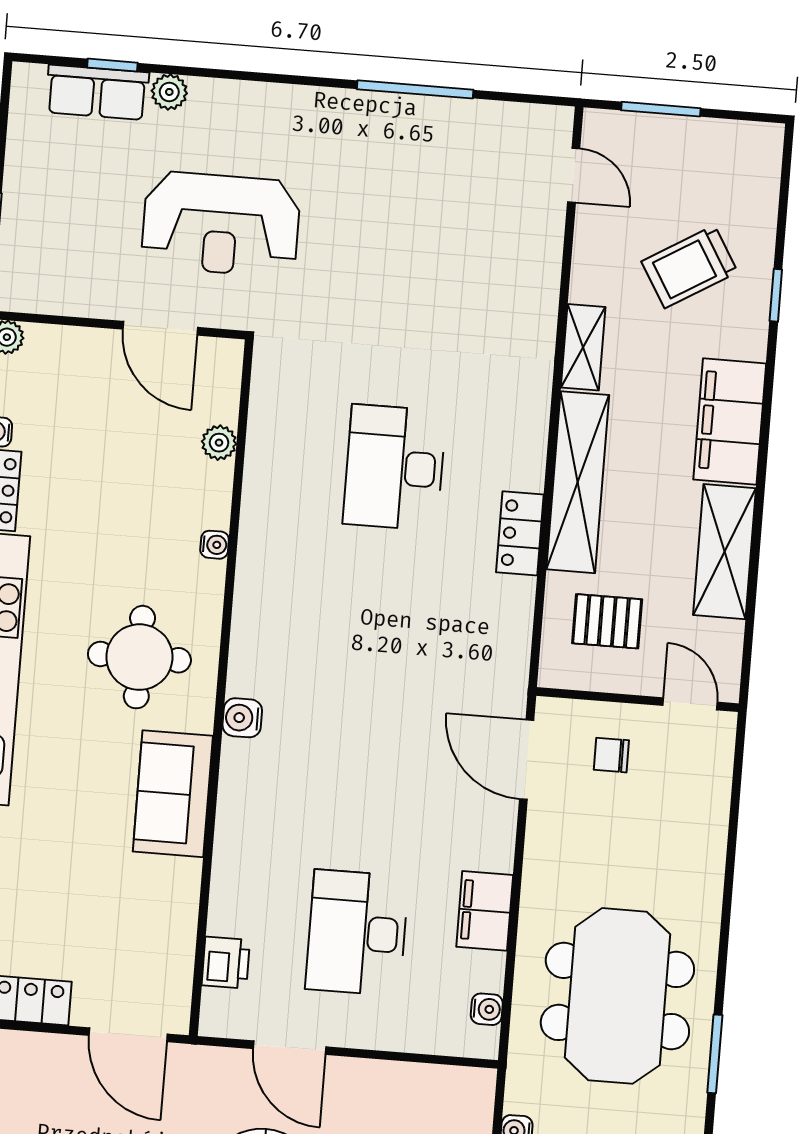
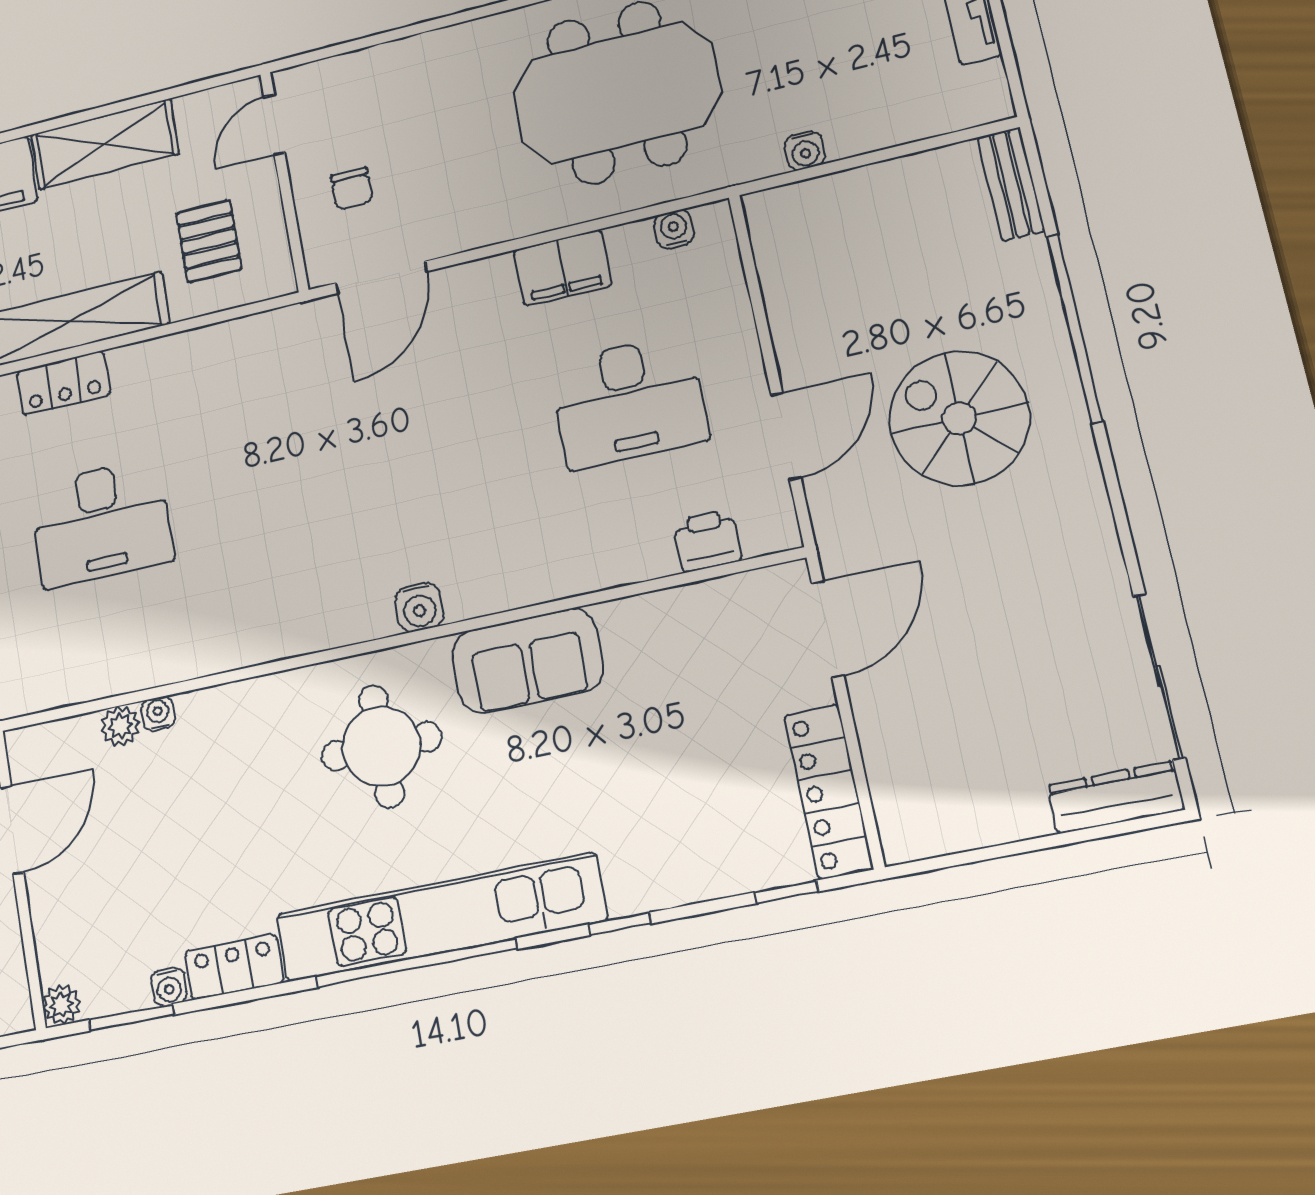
locker: (520, 533) -> (63, 383), moved
water cooler: (215, 545) -> (158, 714), moved

